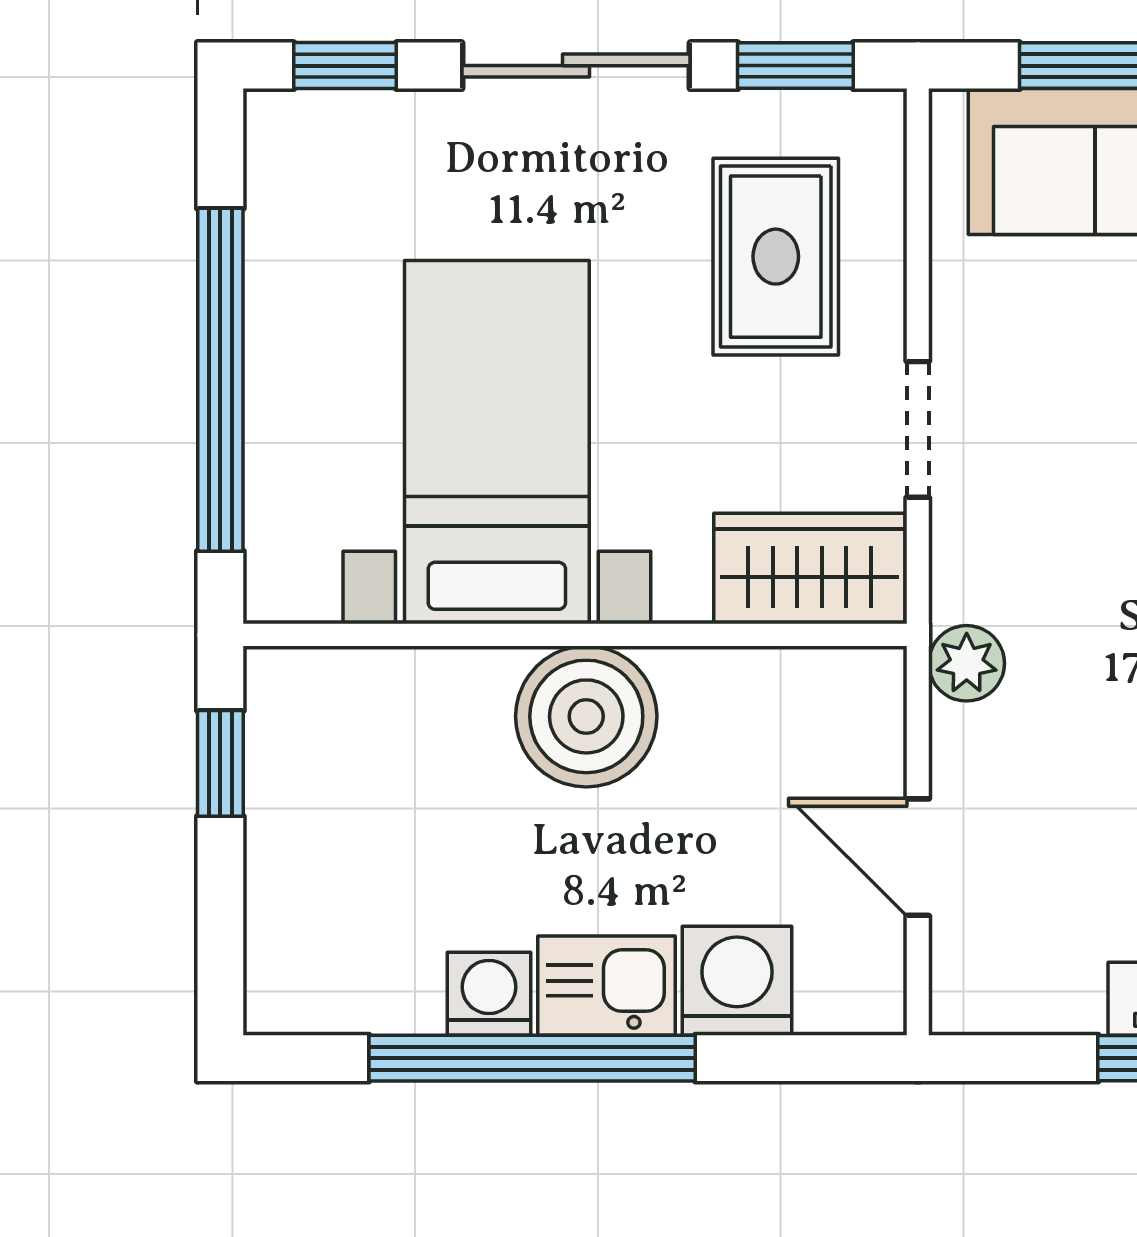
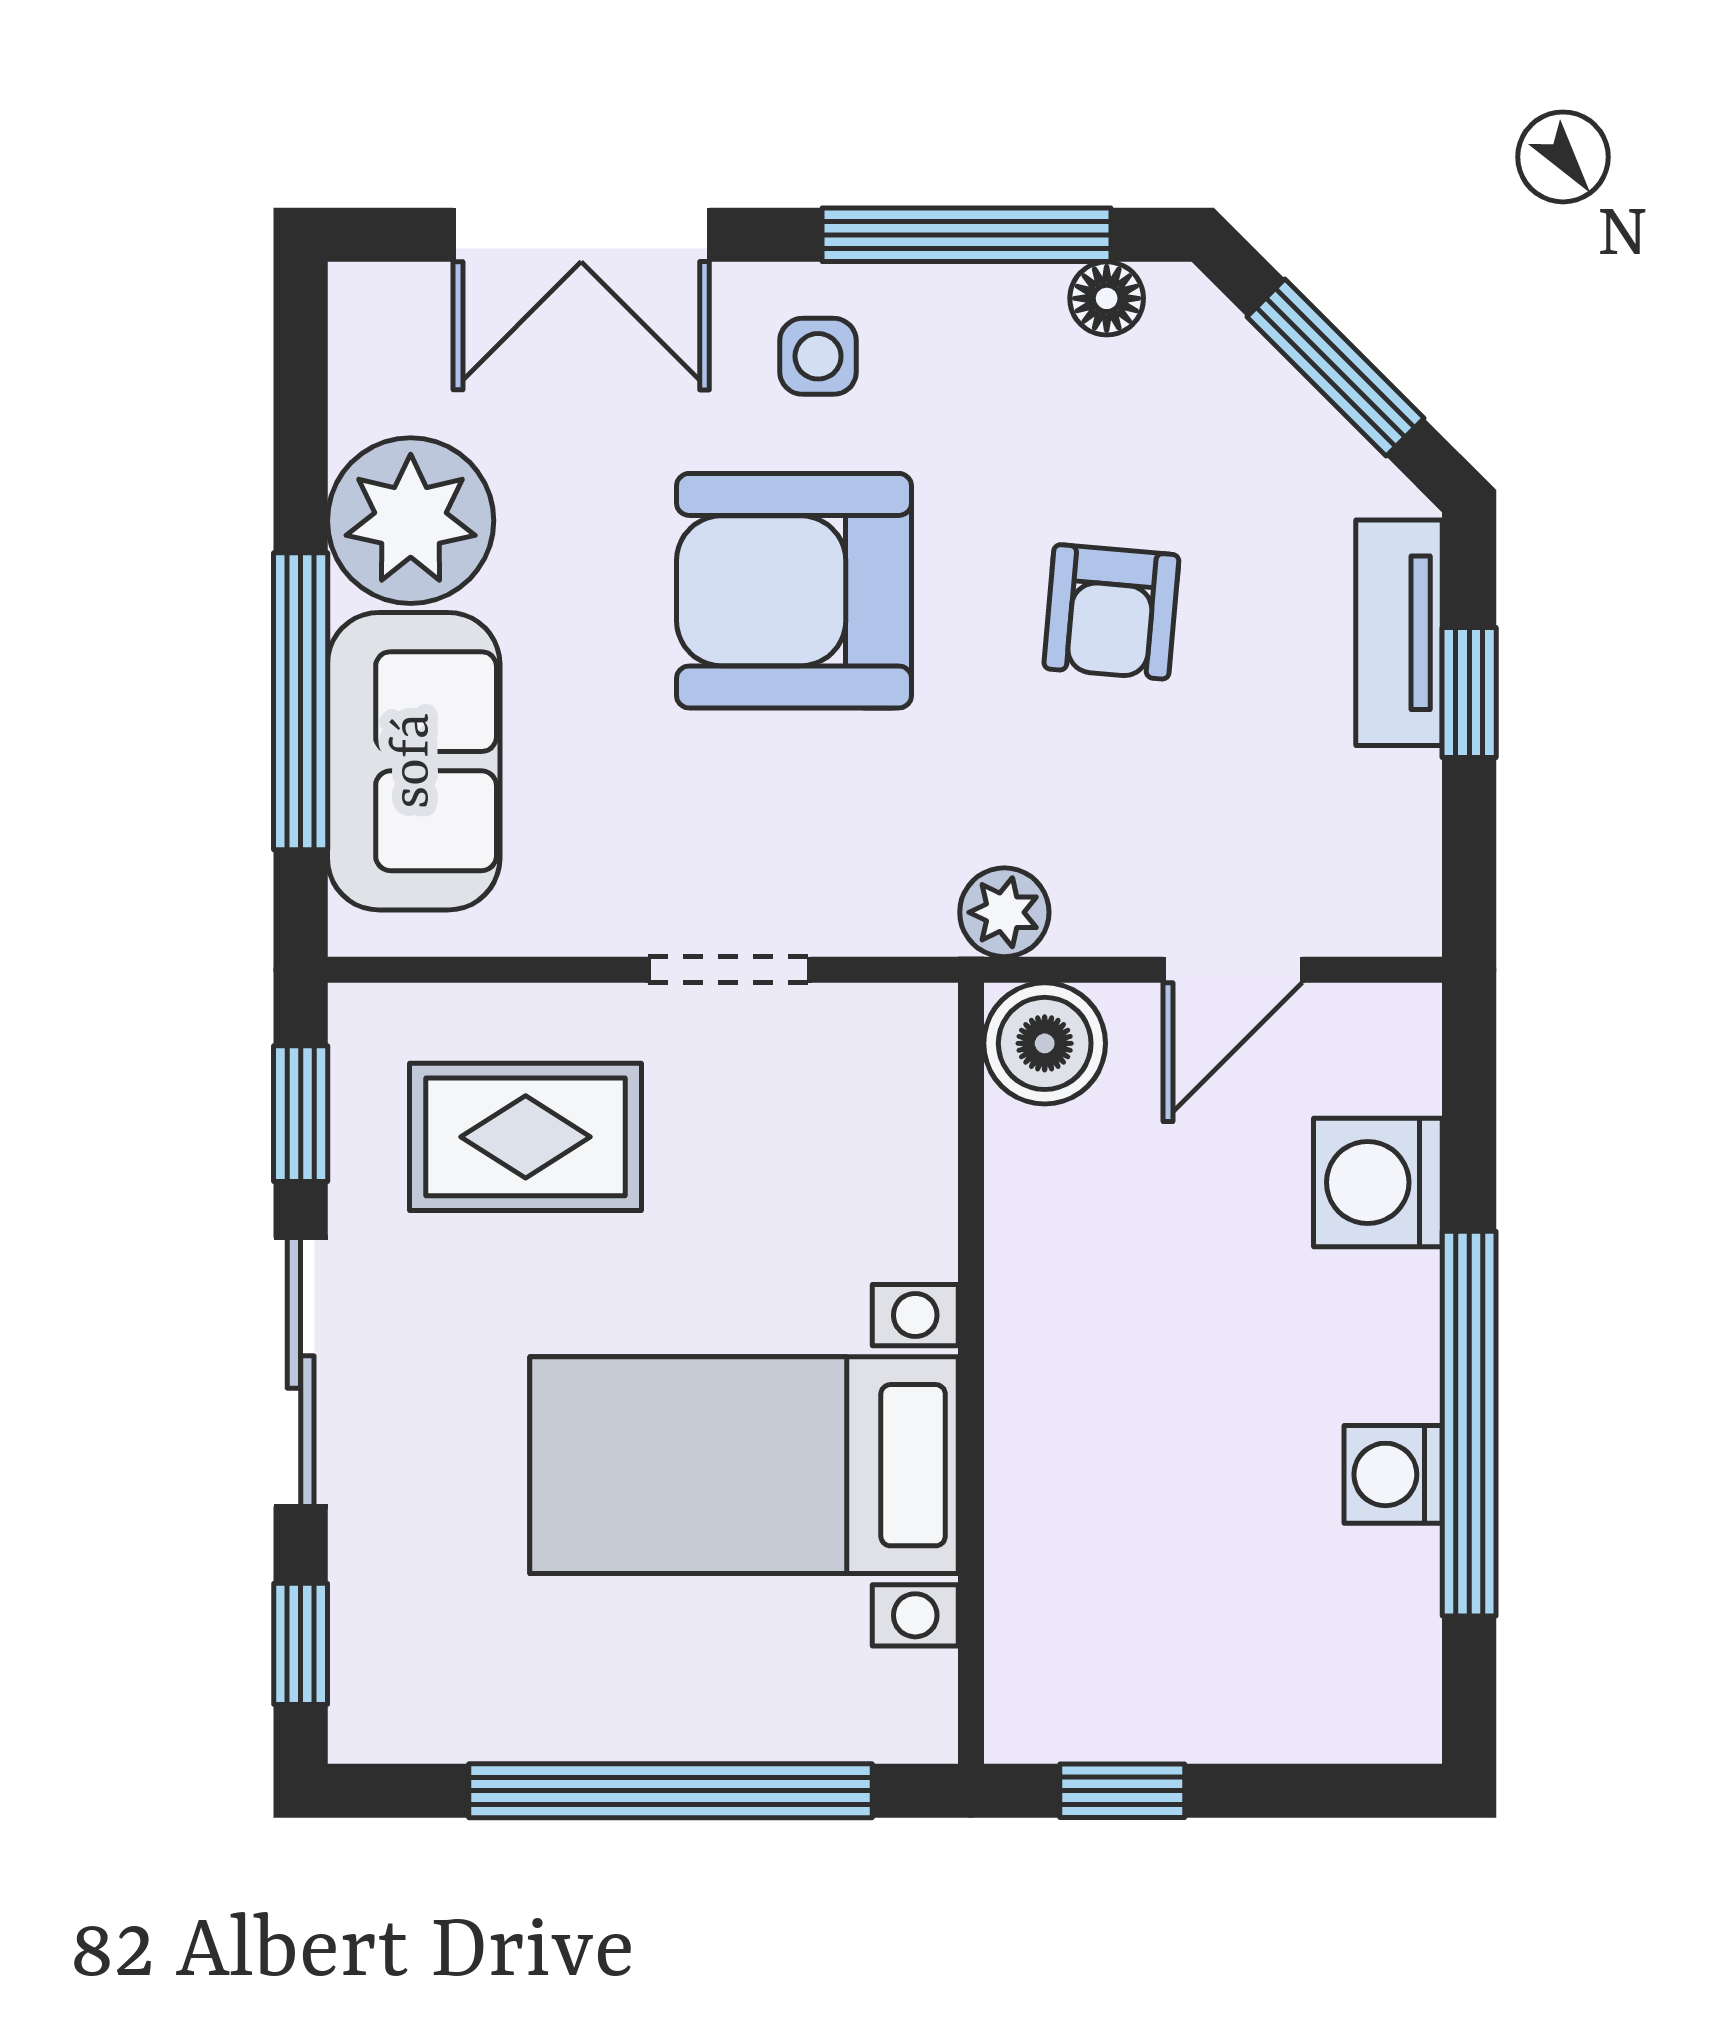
wardrobe: (809, 569) -> (893, 1097), removed
boiler: (586, 716) -> (1045, 1043), moved, width x0.73, depth x0.73
kitchen sink: (606, 986) -> (1384, 1336), removed

